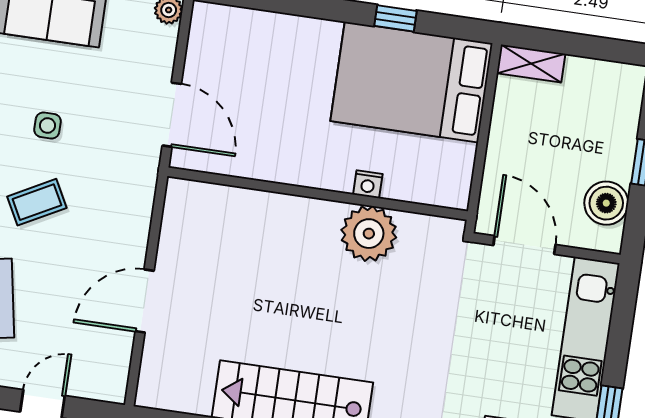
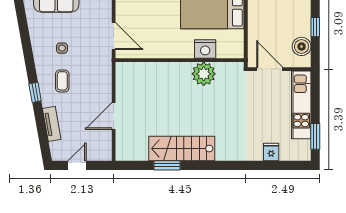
nightstand: (368, 184) -> (205, 49), width x1.89, depth x1.79
coffee table: (37, 202) -> (62, 81), turned -62

